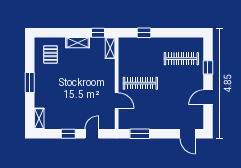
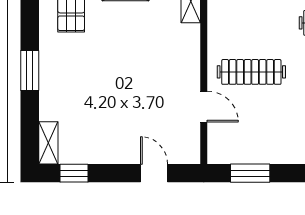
window: (68, 134) -> (74, 173), moved
door: (92, 134) -> (154, 173), hinge flipped

